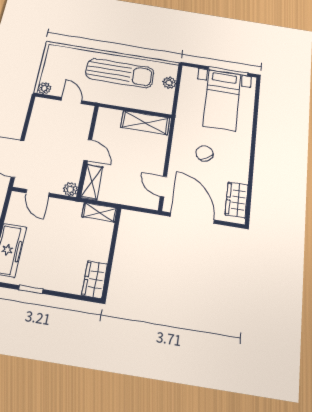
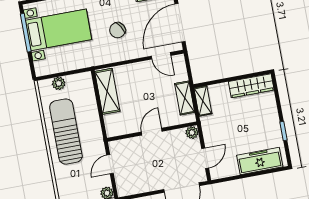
shelving: (92, 182) -> (185, 98), moved, turned 90
door: (163, 186) -> (161, 56), hinge flipped
wardrobe: (95, 279) -> (251, 86), width x1.50

